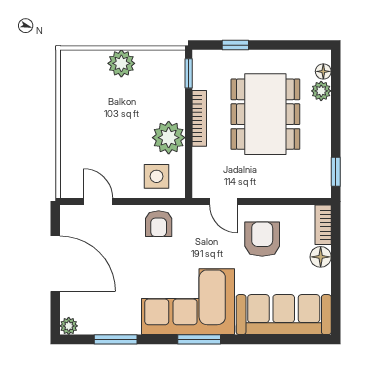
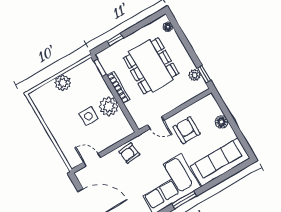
plant: (321, 91) -> (195, 75), moved
side table: (156, 176) -> (88, 116), moved
armchair: (159, 224) -> (129, 153), turned 84
bookcase: (323, 225) -> (213, 105), removed

